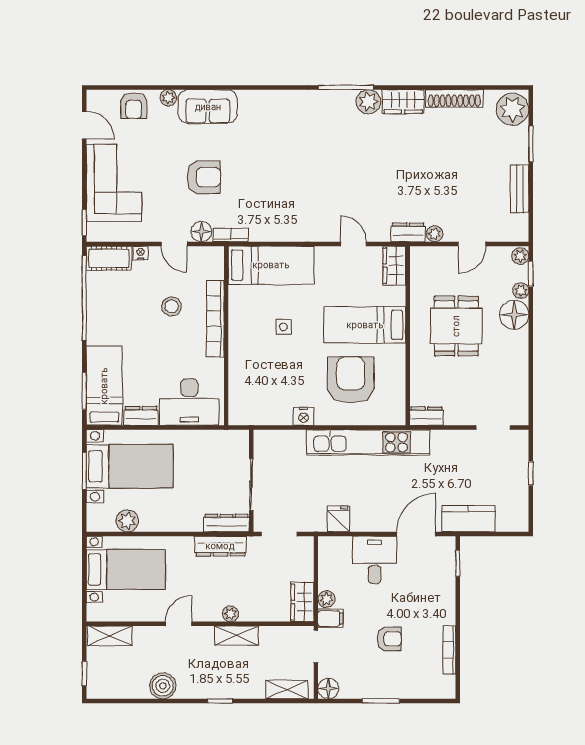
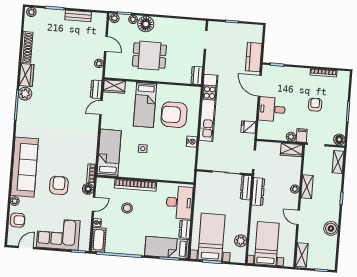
sofa: (208, 107) -> (25, 167), width x1.85, depth x1.27
plant: (513, 109) -> (31, 12), width x0.53, depth x0.53
dresser: (408, 232) -> (96, 89), moved

